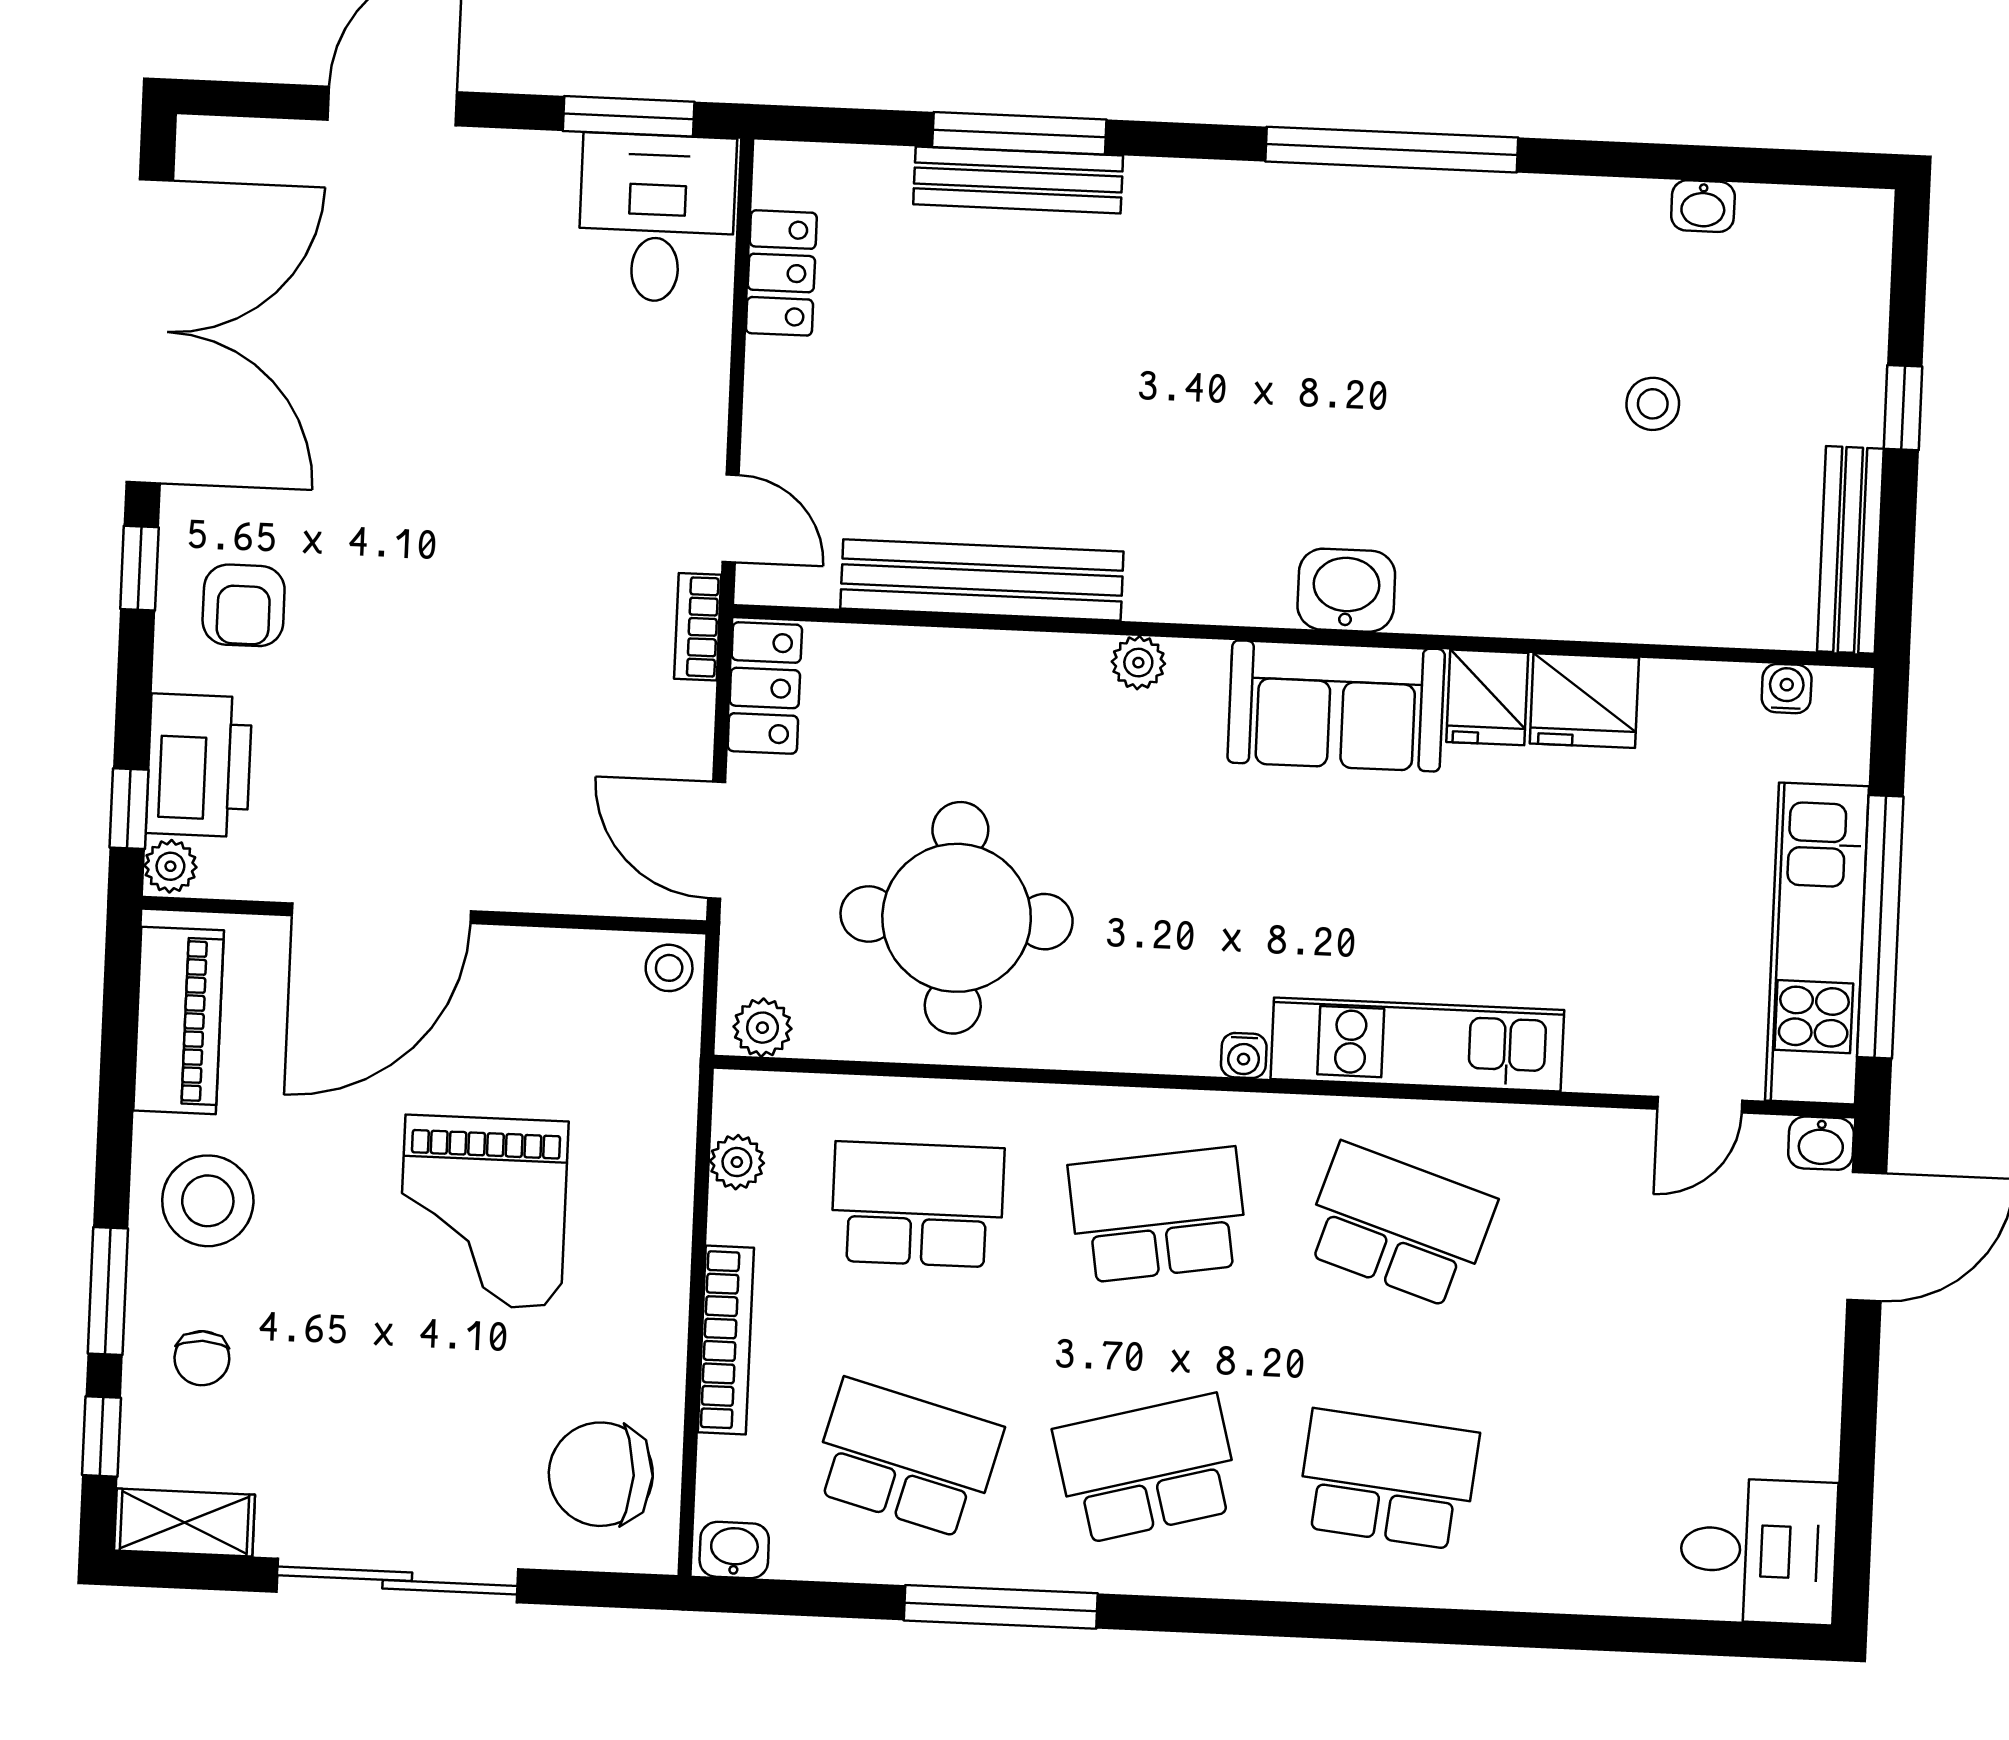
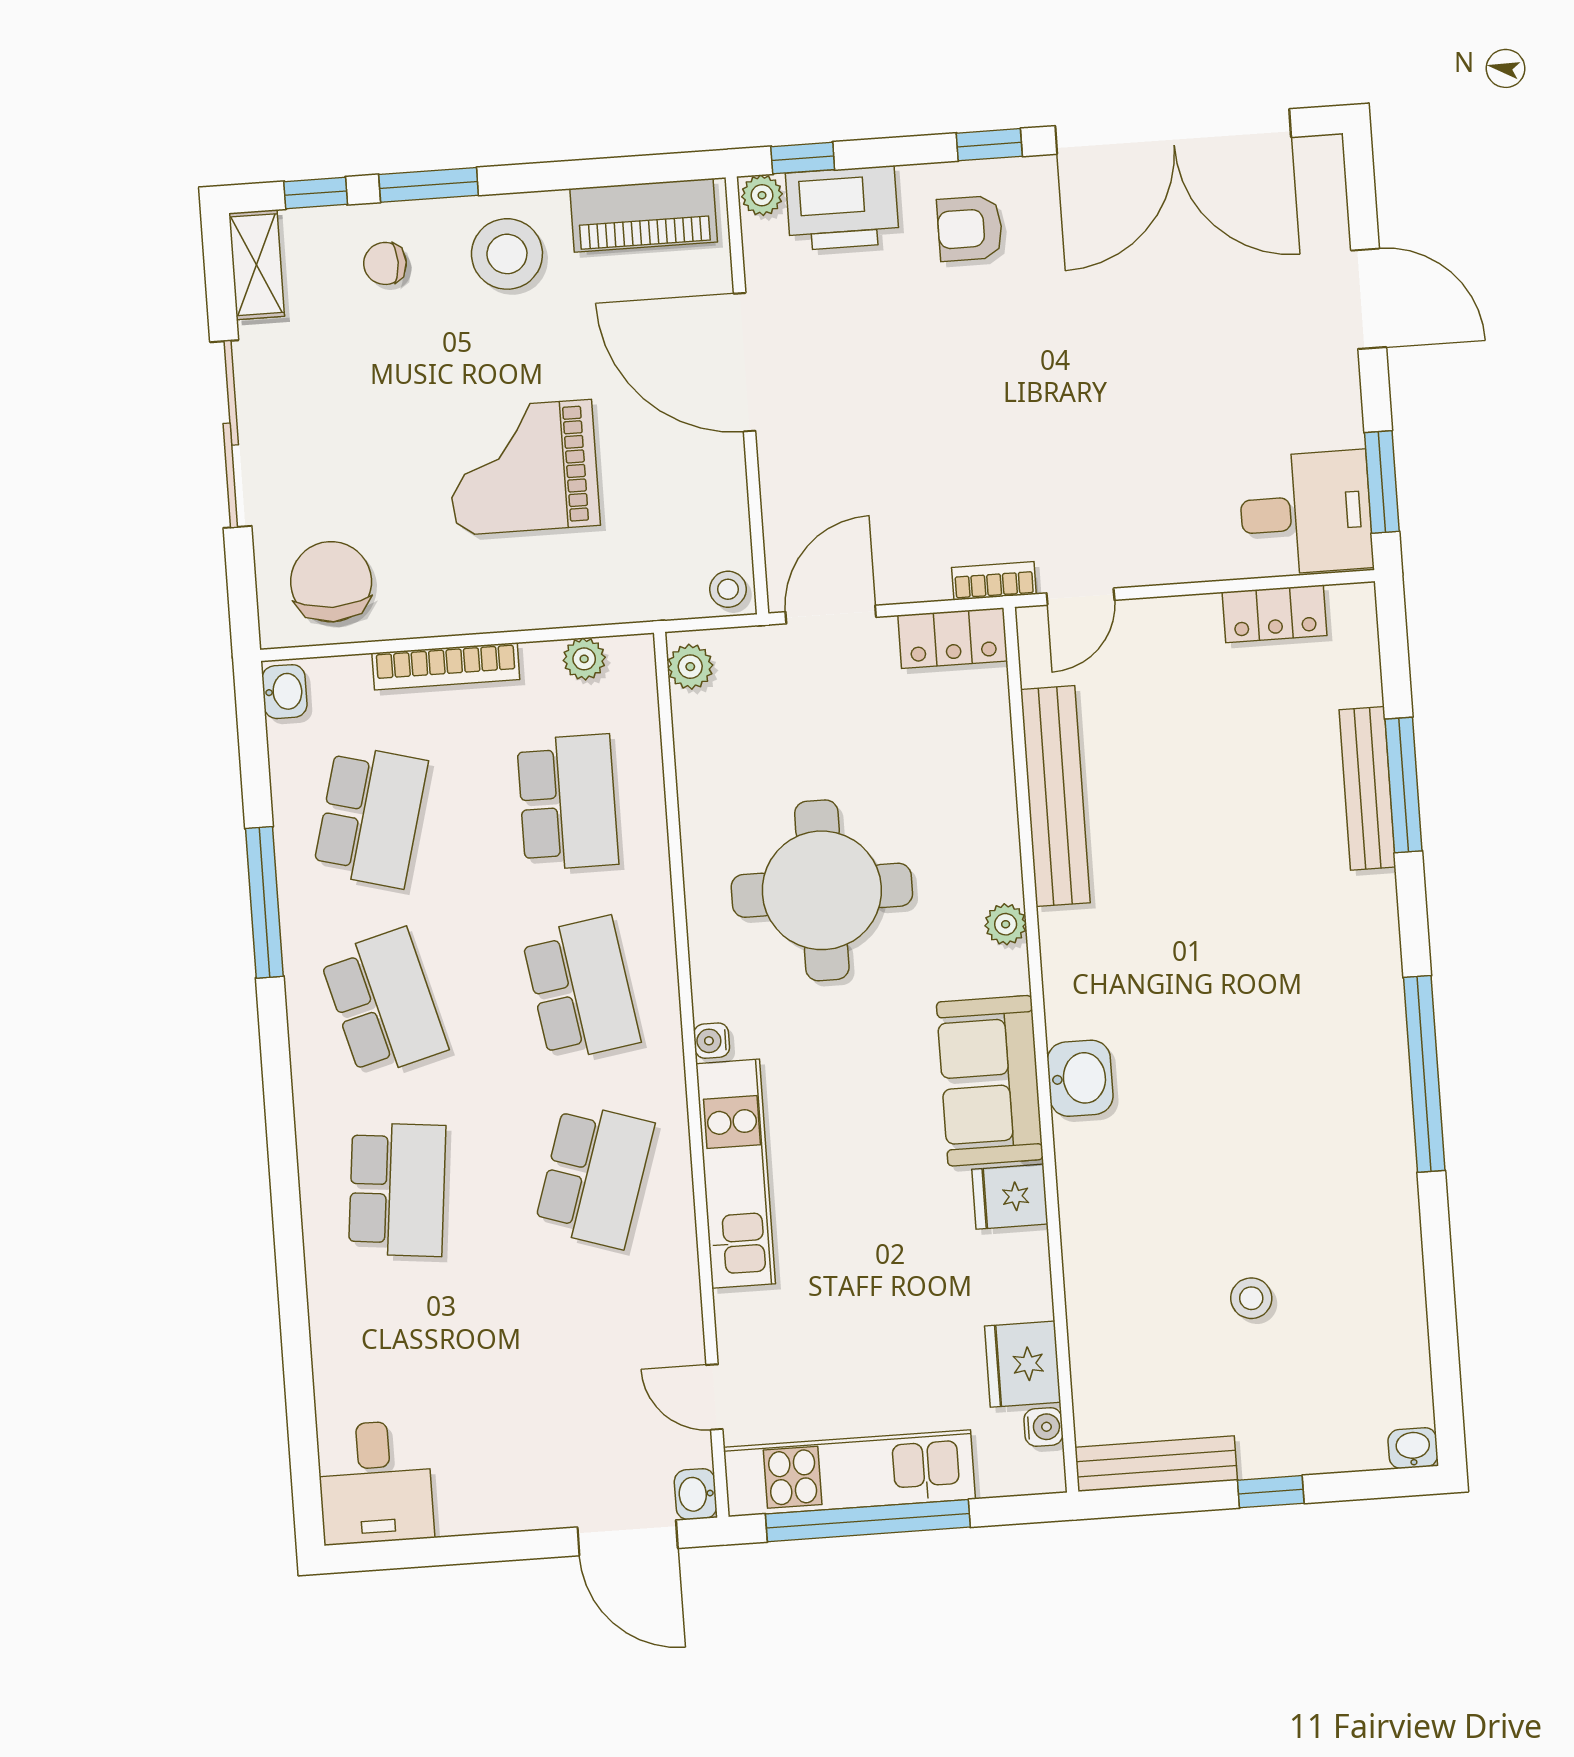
washbasin: (1703, 206) -> (1413, 1448), moved, turned 90
fridge: (1584, 701) -> (1023, 1364), moved
round table: (957, 918) -> (822, 890), moved

